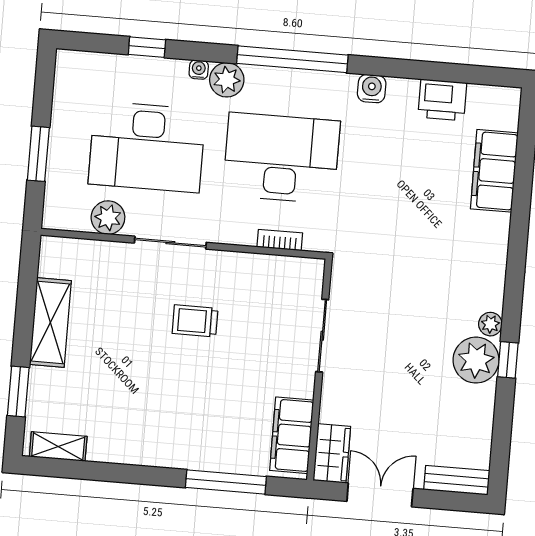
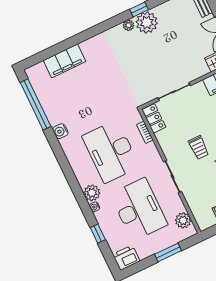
window: (292, 59) -> (36, 104), moved
printer: (442, 100) -> (126, 258), moved, turned -90
plant: (108, 218) -> (183, 220), moved
locker: (295, 271) -> (154, 118), added

